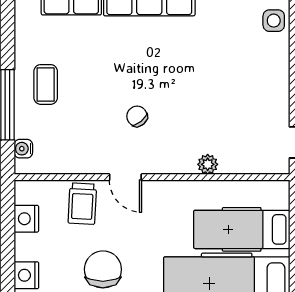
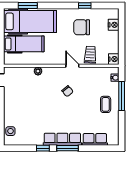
nightstand: (26, 219) -> (114, 59), moved
chair: (103, 269) -> (82, 27), turned 90

